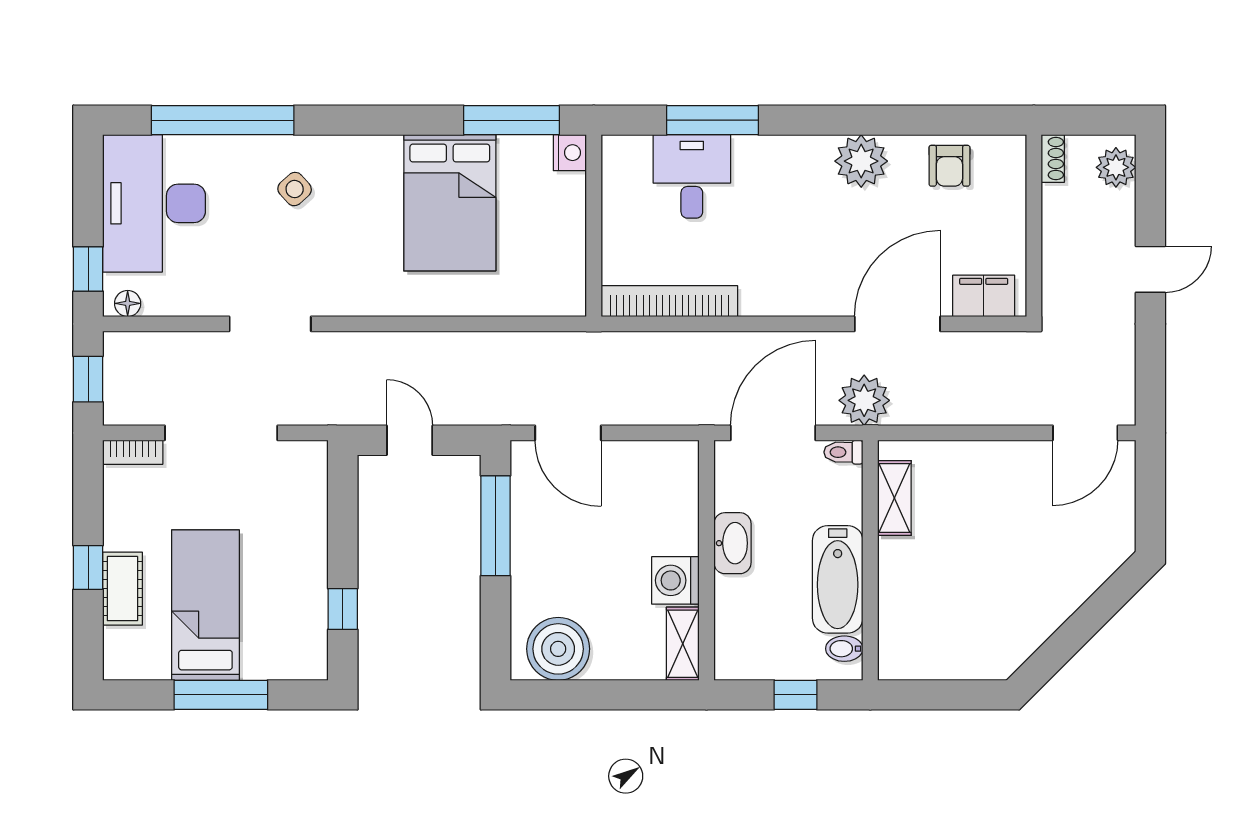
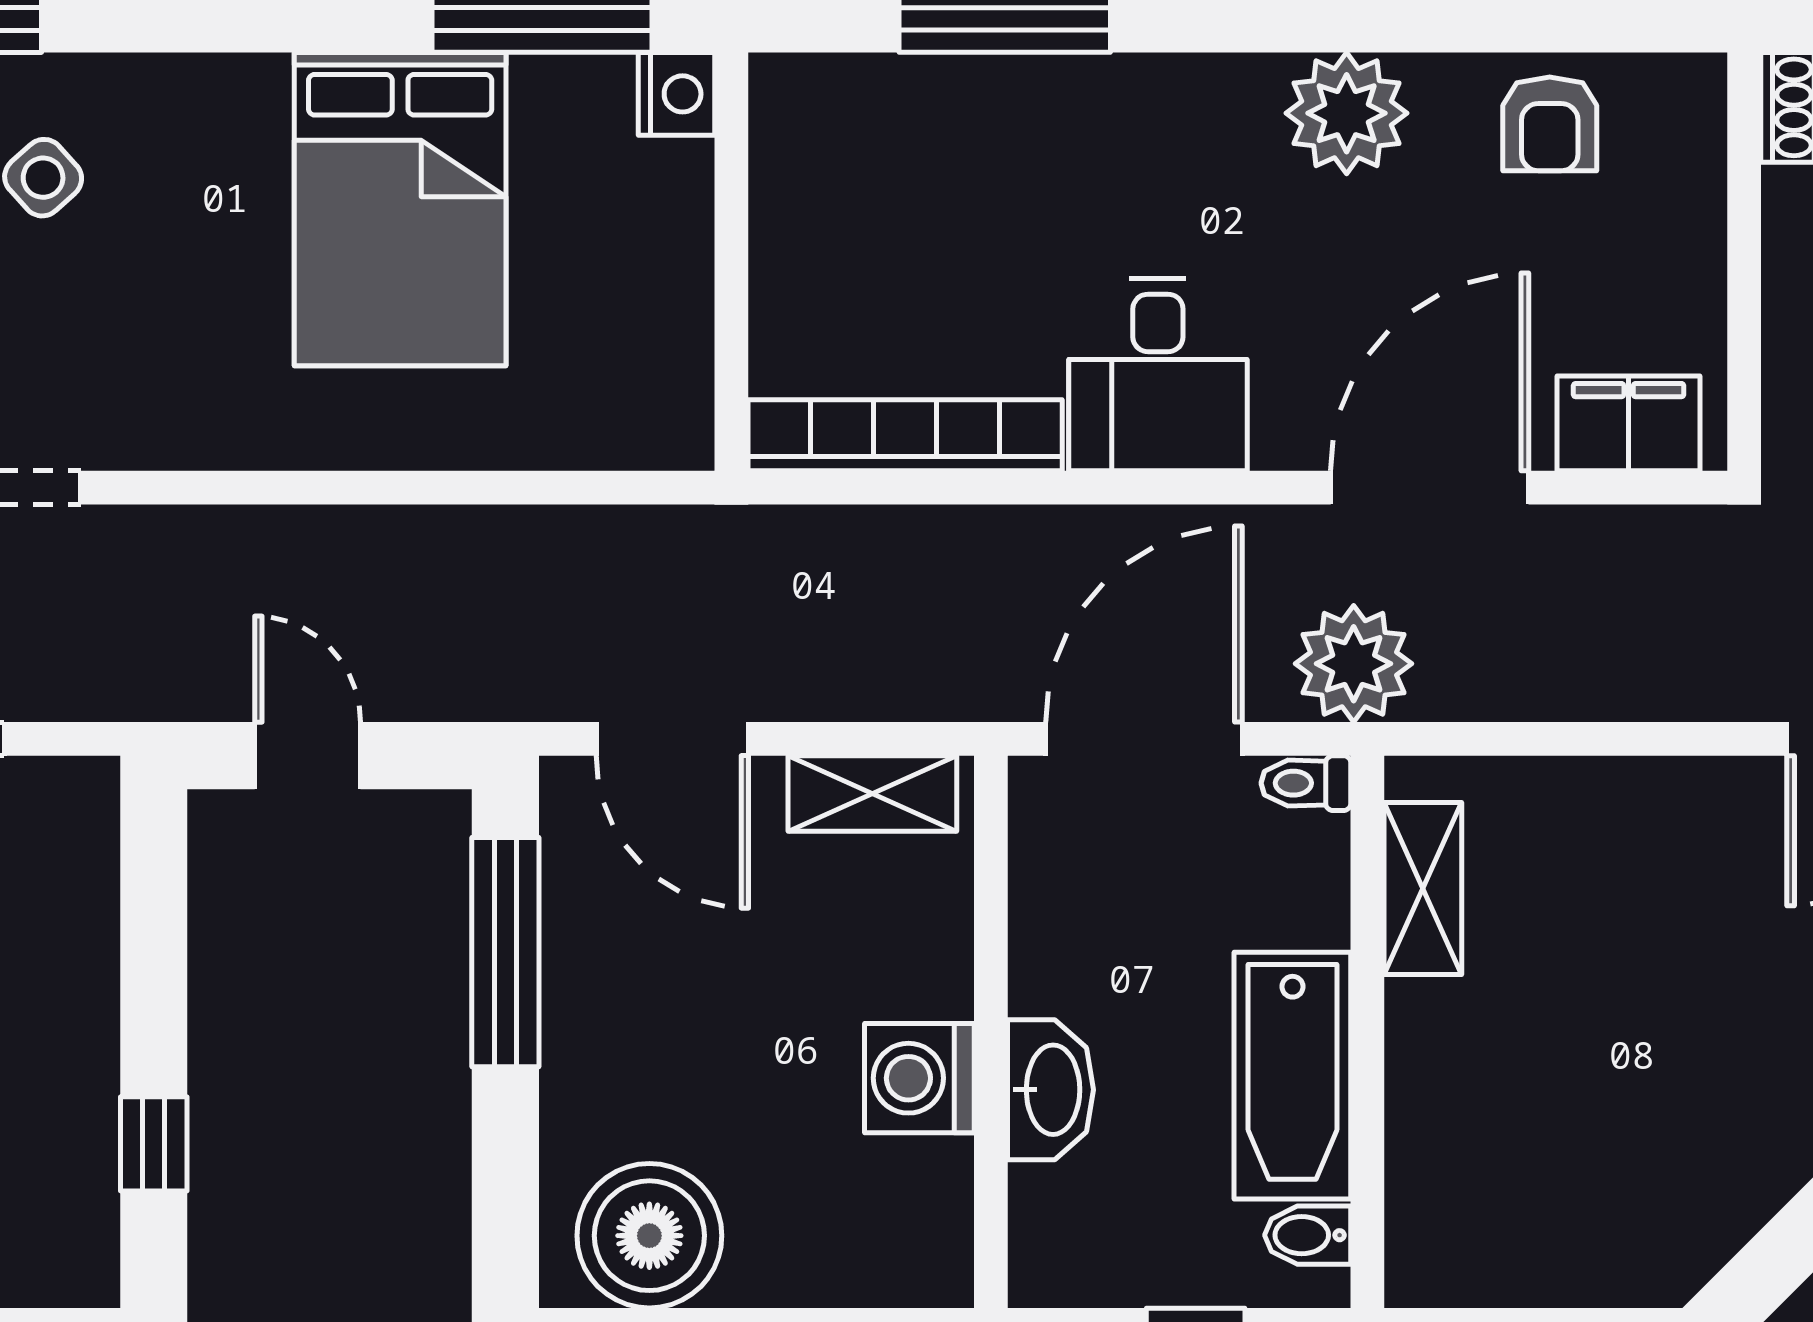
desk: (692, 176) -> (1158, 375), moved, turned 180
washbasin: (732, 543) -> (1050, 1090), moved
shelving: (683, 644) -> (872, 793), moved, turned 90

